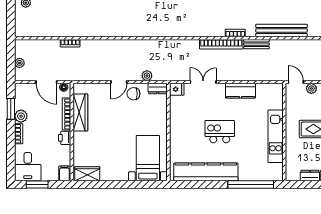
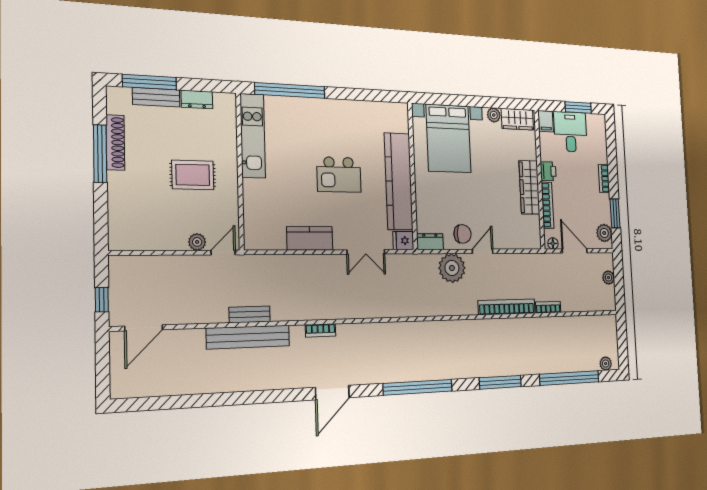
bookcase: (221, 44) -> (507, 307), moved
bench: (257, 44) -> (250, 314), moved
plant: (147, 76) -> (452, 268), width x1.88, depth x1.88
door: (296, 82) -> (223, 253), swing flipped
wardrobe: (80, 112) -> (529, 187), moved
plant: (21, 116) -> (604, 233), moved
kitchen unit: (276, 136) -> (253, 136), moved
bed with nightstands: (148, 158) -> (448, 138), width x1.36
desk: (28, 167) -> (570, 132), moved
kitchen counter: (206, 172) -> (399, 181), moved, turned 90
plant: (106, 176) -> (494, 115), added

